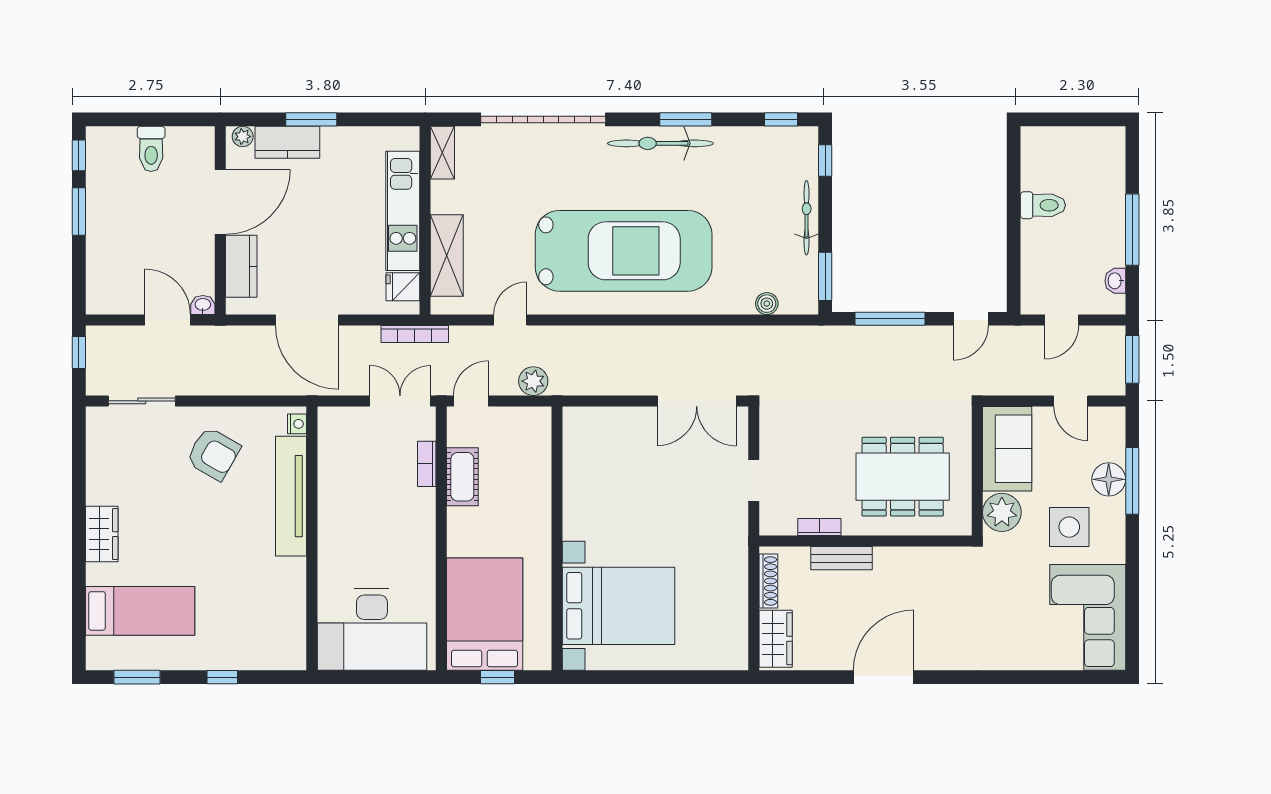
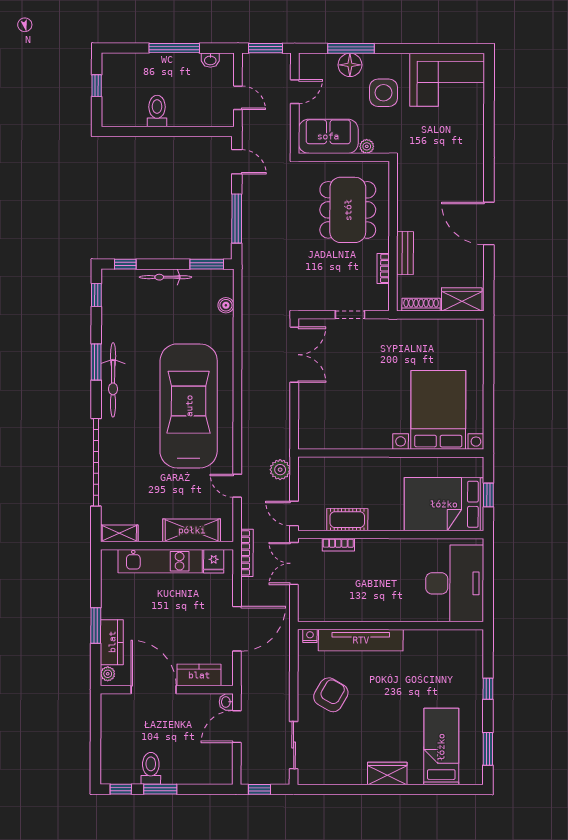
window: (1079, 119) -> (97, 86), added
toilet: (151, 149) -> (151, 768), moved, turned -90
plant: (1002, 512) -> (367, 146), width x0.53, depth x0.53

